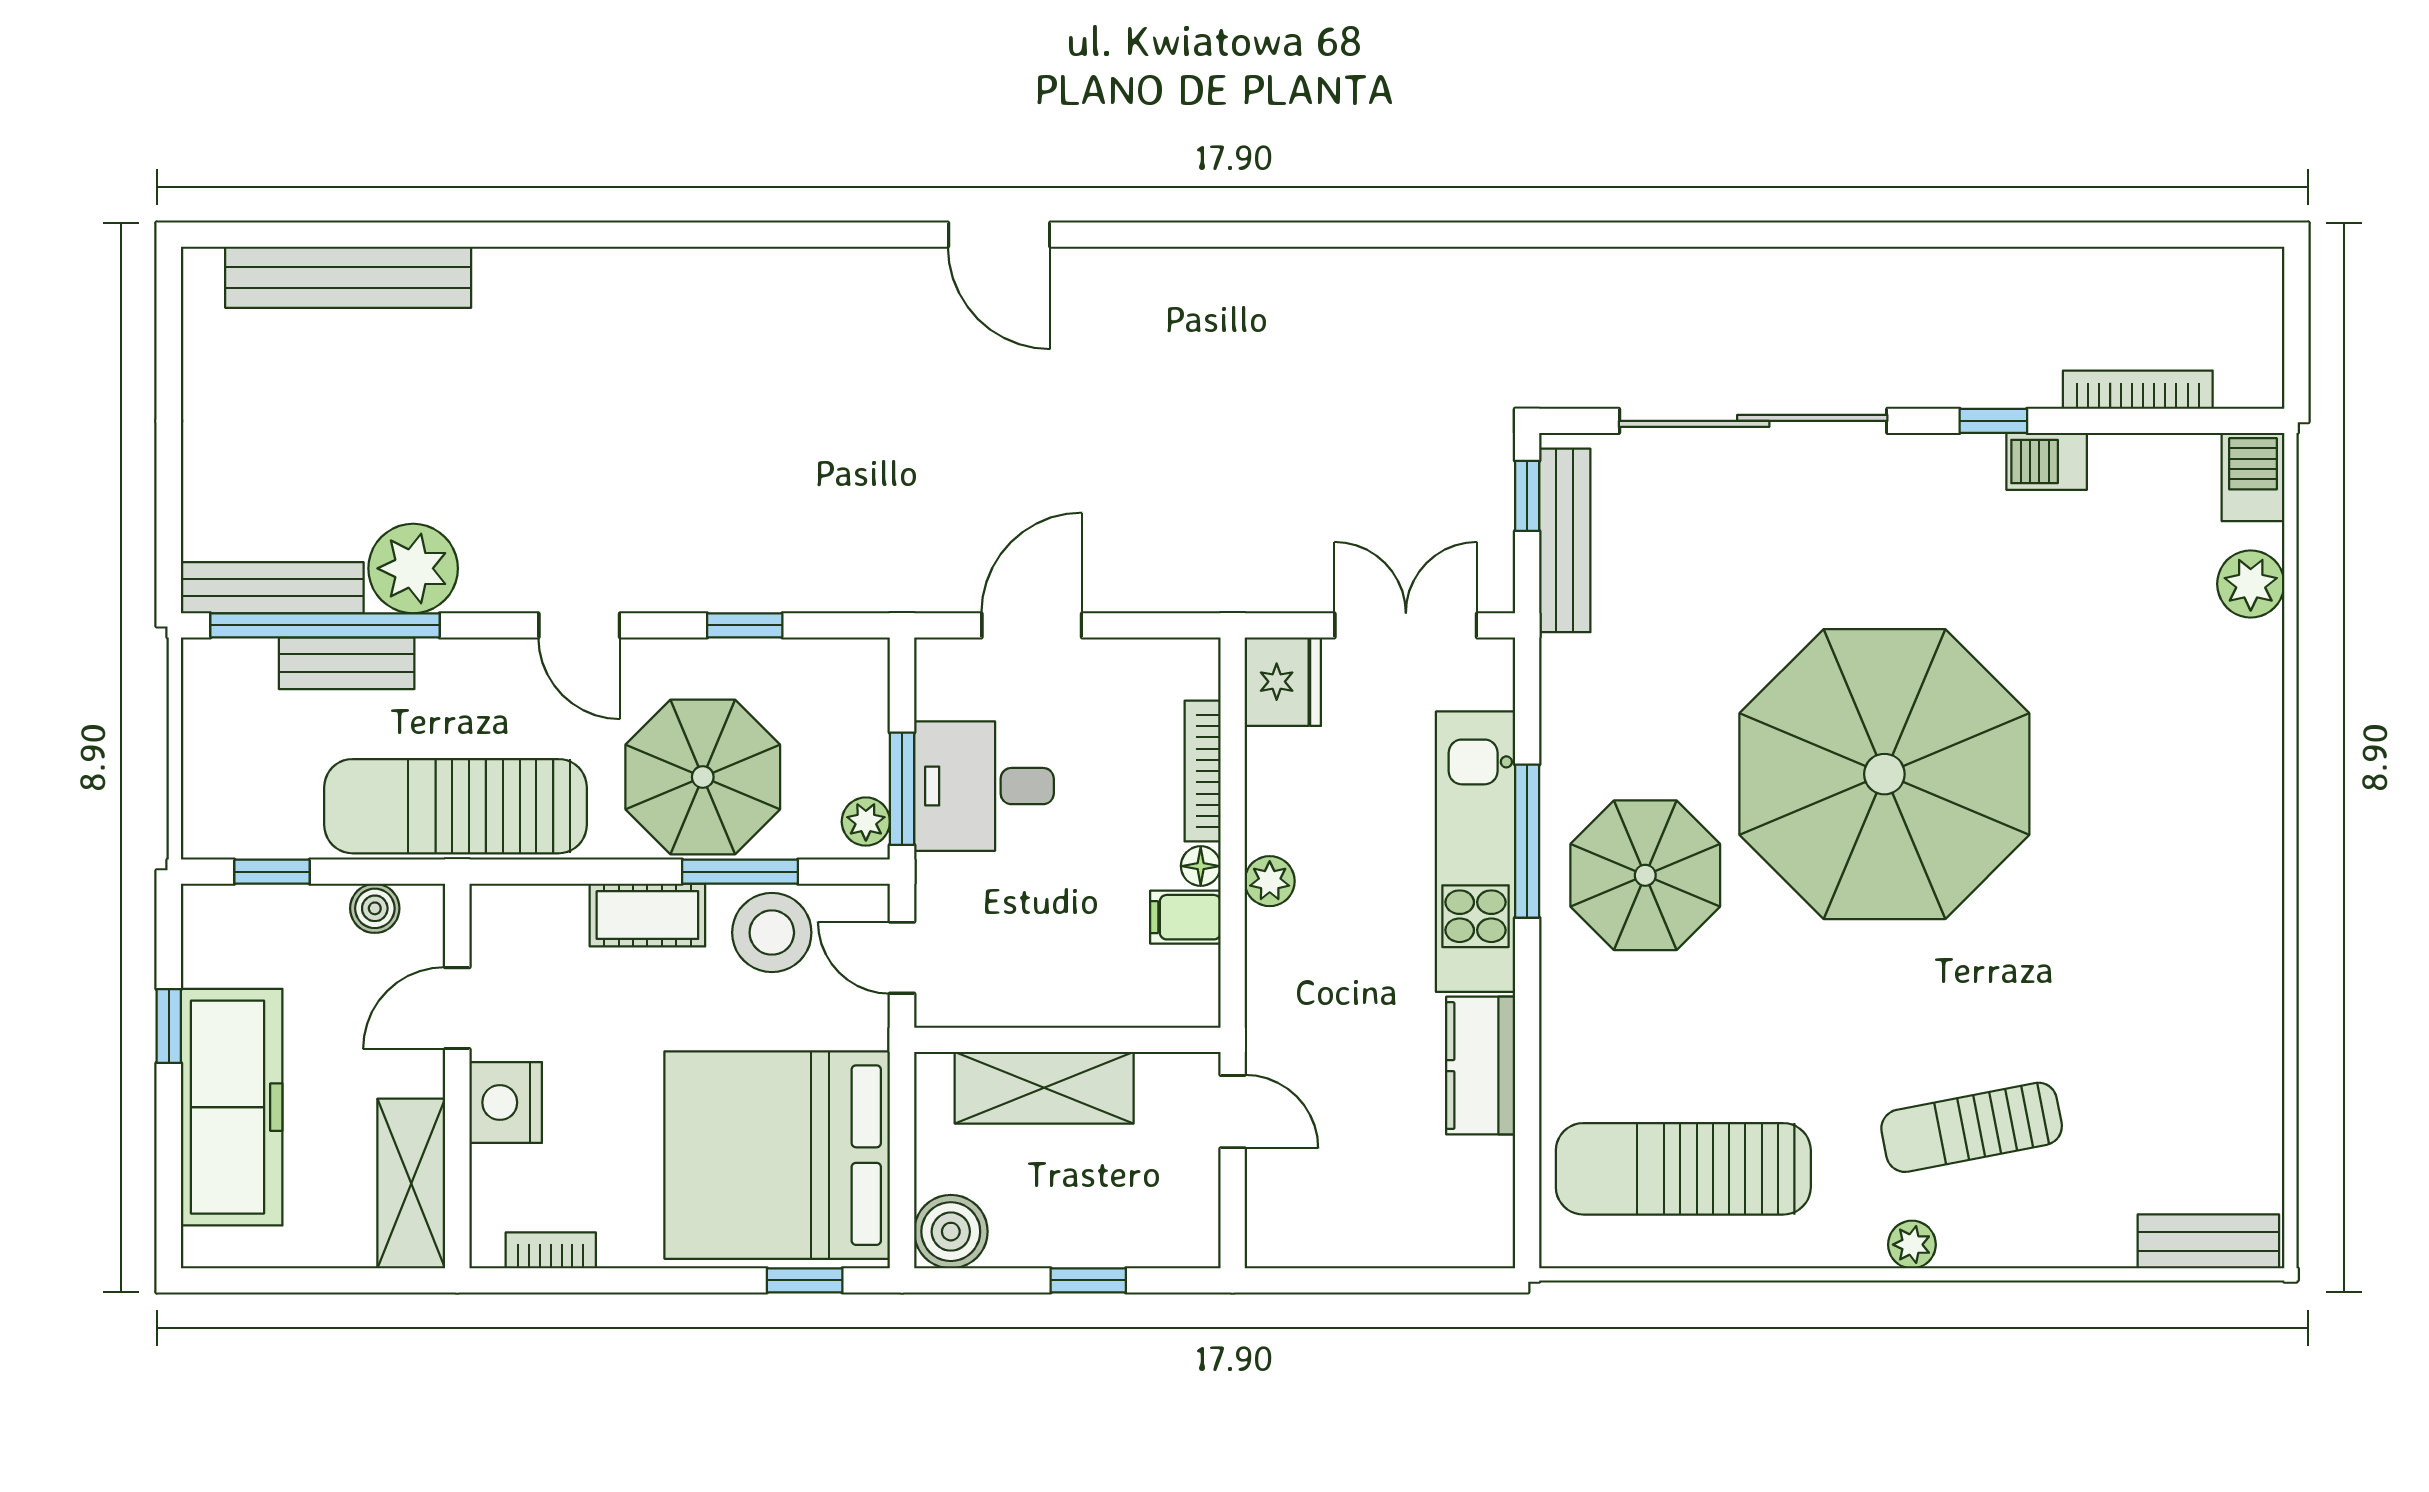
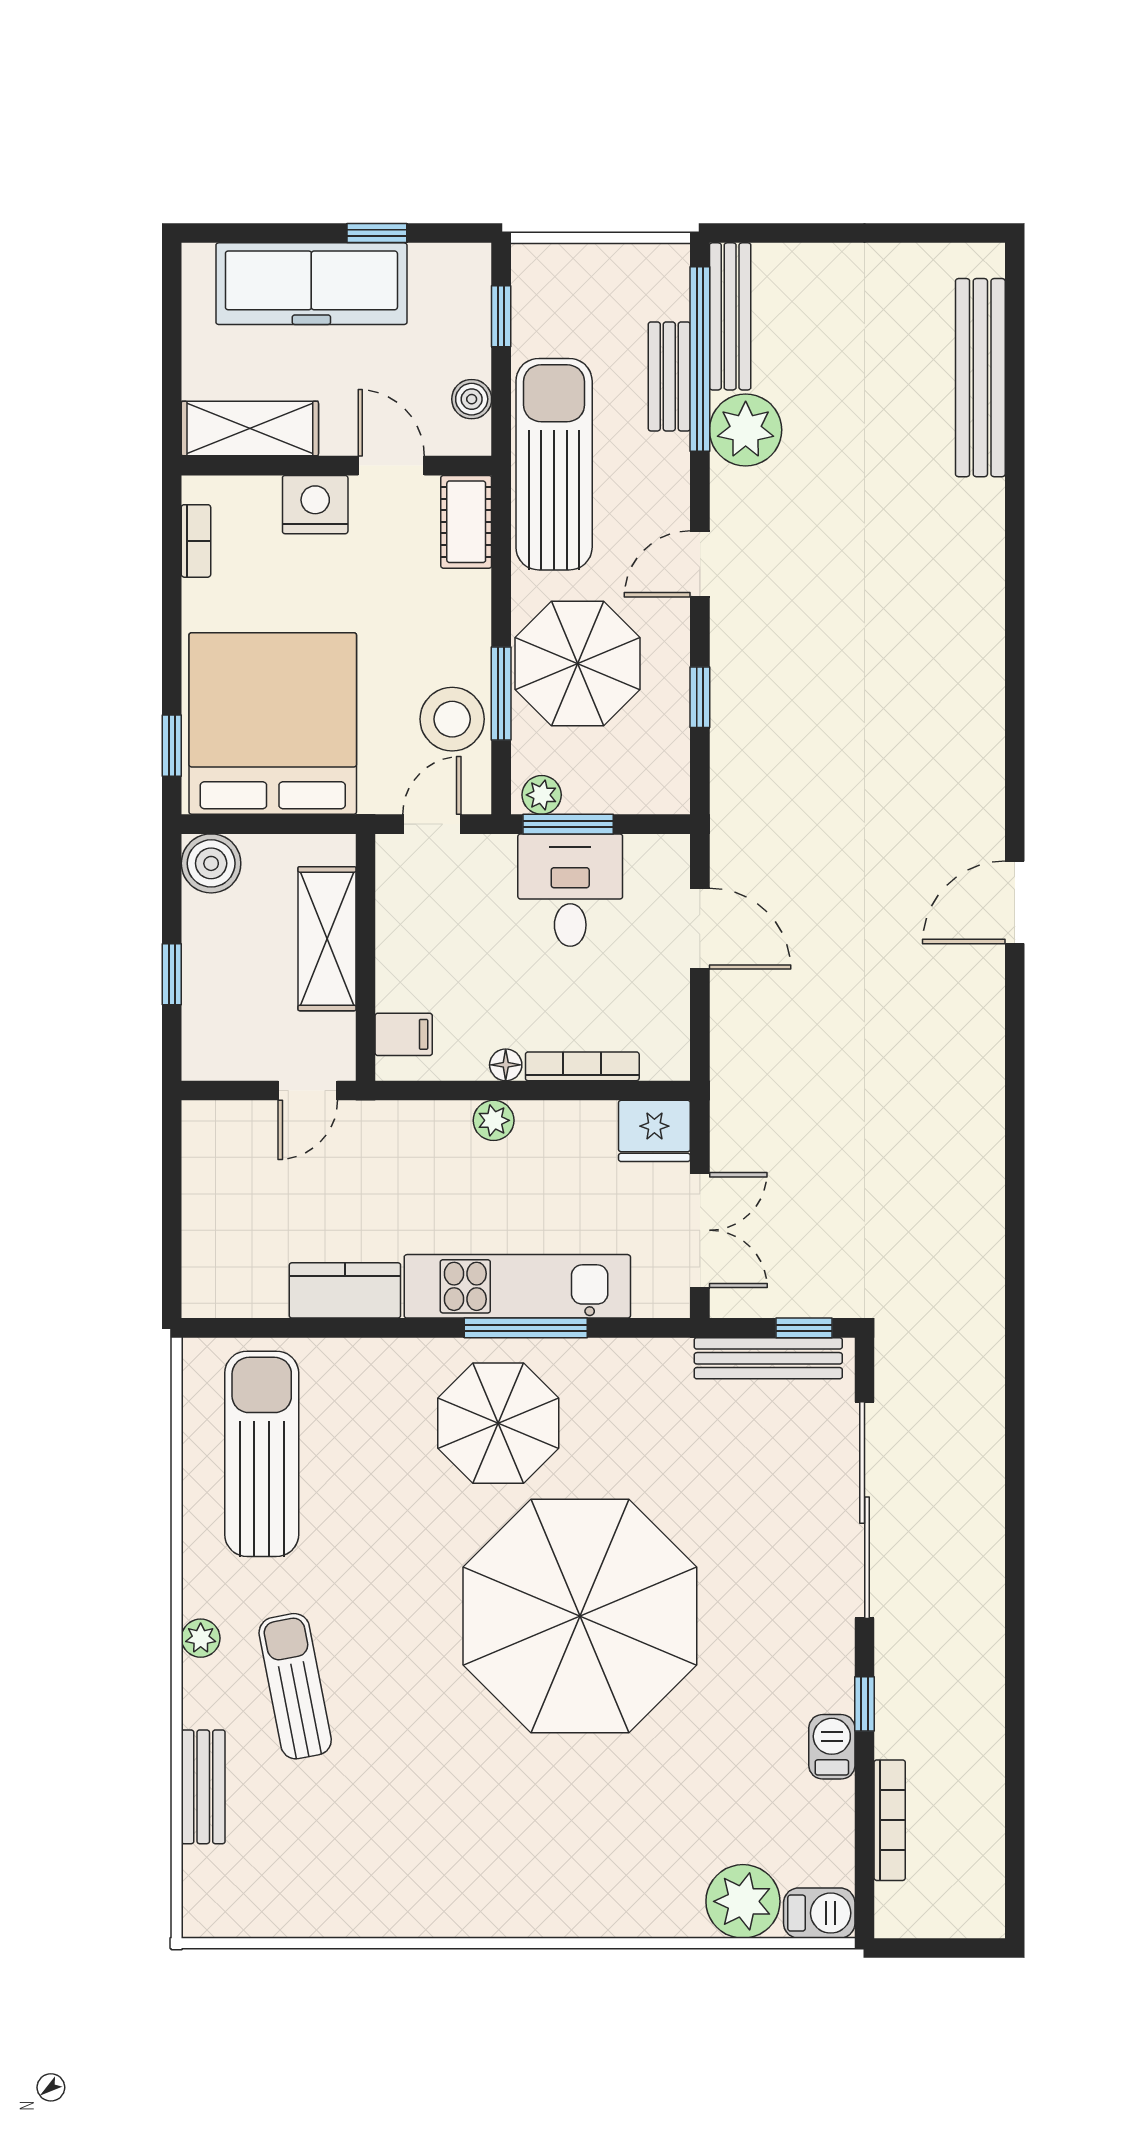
plant: (2251, 584) -> (743, 1901), width x1.36, depth x1.36
cot: (647, 915) -> (466, 522), moved
filing cabinet: (1185, 917) -> (404, 1034), moved, turned 90
bench: (2208, 1241) -> (203, 1787), moved

